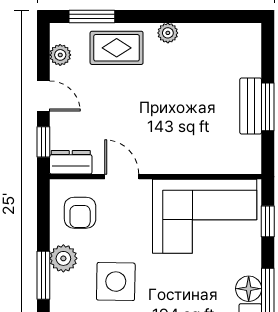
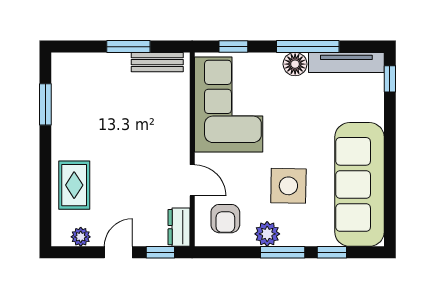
window: (92, 16) -> (45, 104), moved
plant: (168, 33) -> (60, 138), removed
bench: (251, 106) -> (157, 62), moved
door: (122, 177) -> (192, 180), swing flipped
armchair: (80, 213) -> (225, 219), turned 90

